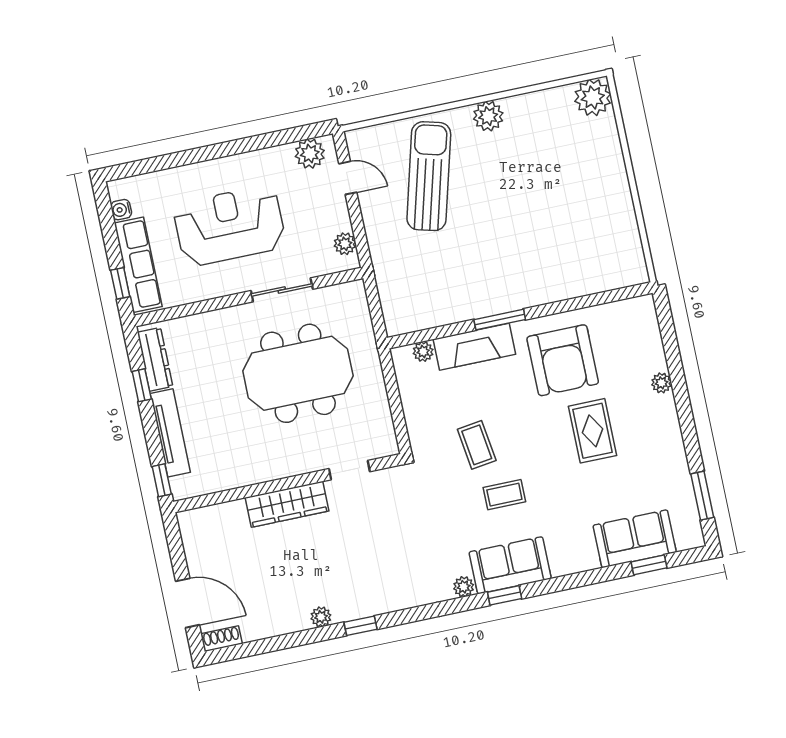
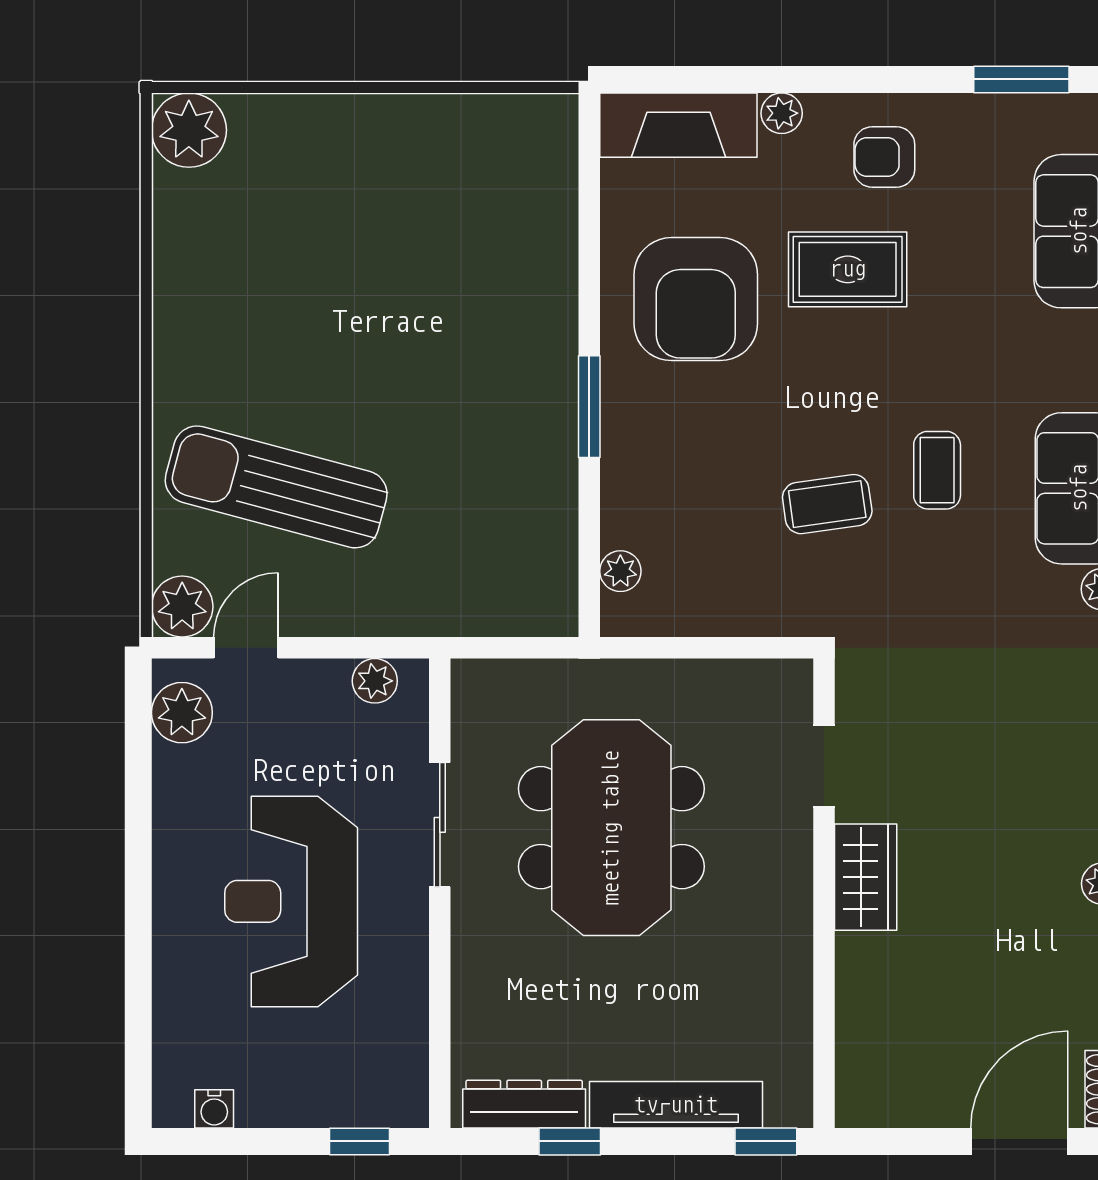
plant: (488, 116) -> (182, 607), moved
row of seats: (138, 265) -> (330, 1098), removed
fireplace: (474, 347) -> (678, 125), moved, turned 90
armchair: (563, 360) -> (696, 299), turned 90
armchair: (651, 437) -> (884, 157), added
wardrobe: (287, 504) -> (866, 877), width x0.67

